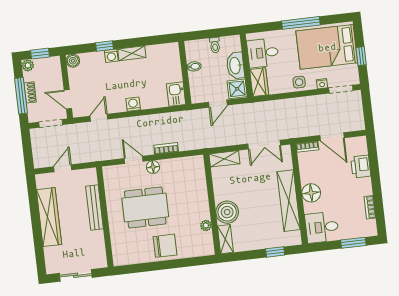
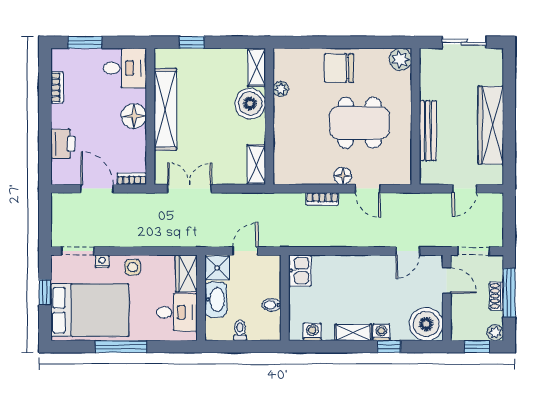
boiler: (73, 61) -> (426, 324), width x1.86, depth x1.86
washing machine: (133, 104) -> (312, 332), moved, turned 180
shelving: (224, 159) -> (256, 165), moved, turned 90
plant: (121, 257) -> (400, 59), added

